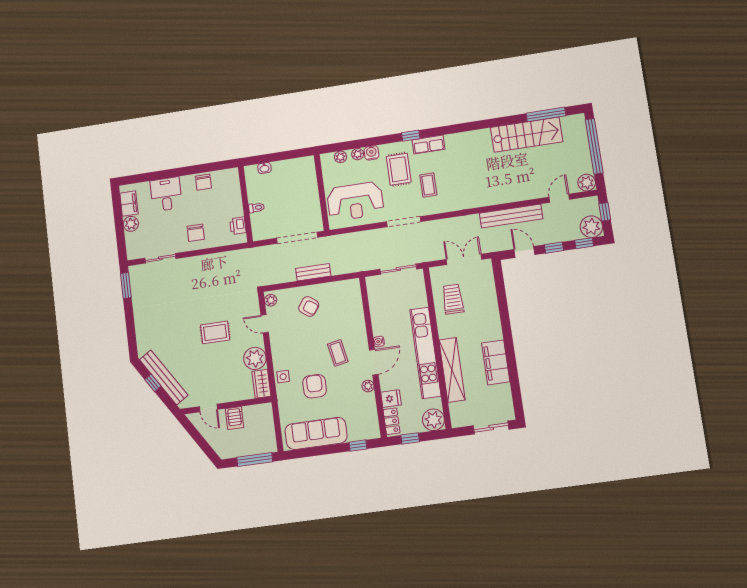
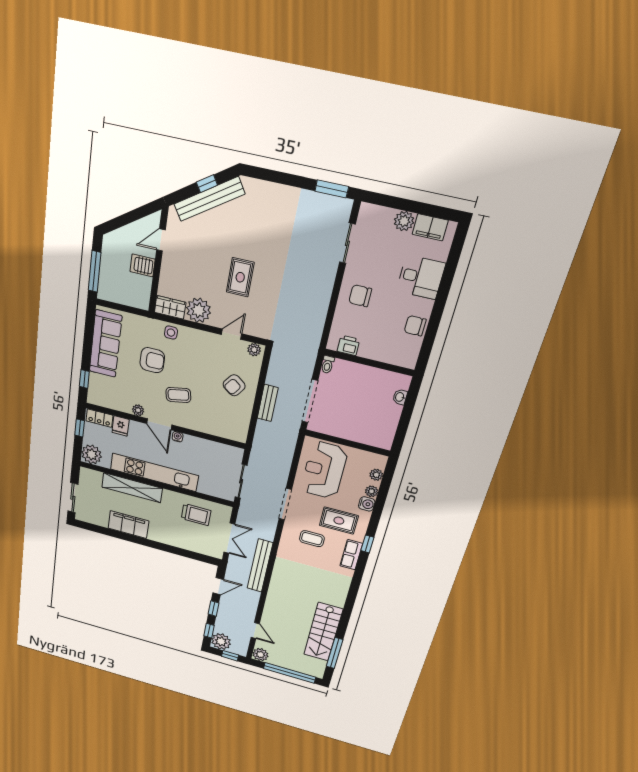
toilet: (256, 208) -> (328, 365), moved
bench: (511, 216) -> (260, 566), moved

